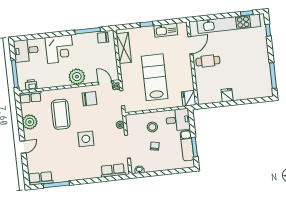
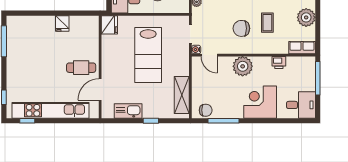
printer: (31, 85) -> (279, 63), moved
chair: (89, 99) -> (241, 28), moved
coffee table: (61, 114) -> (267, 23), width x0.54, depth x0.58

